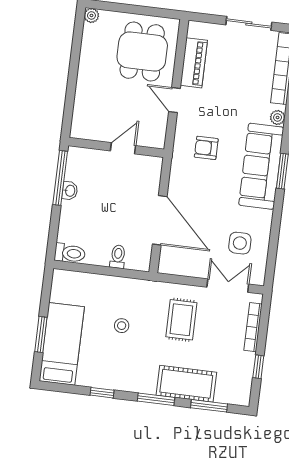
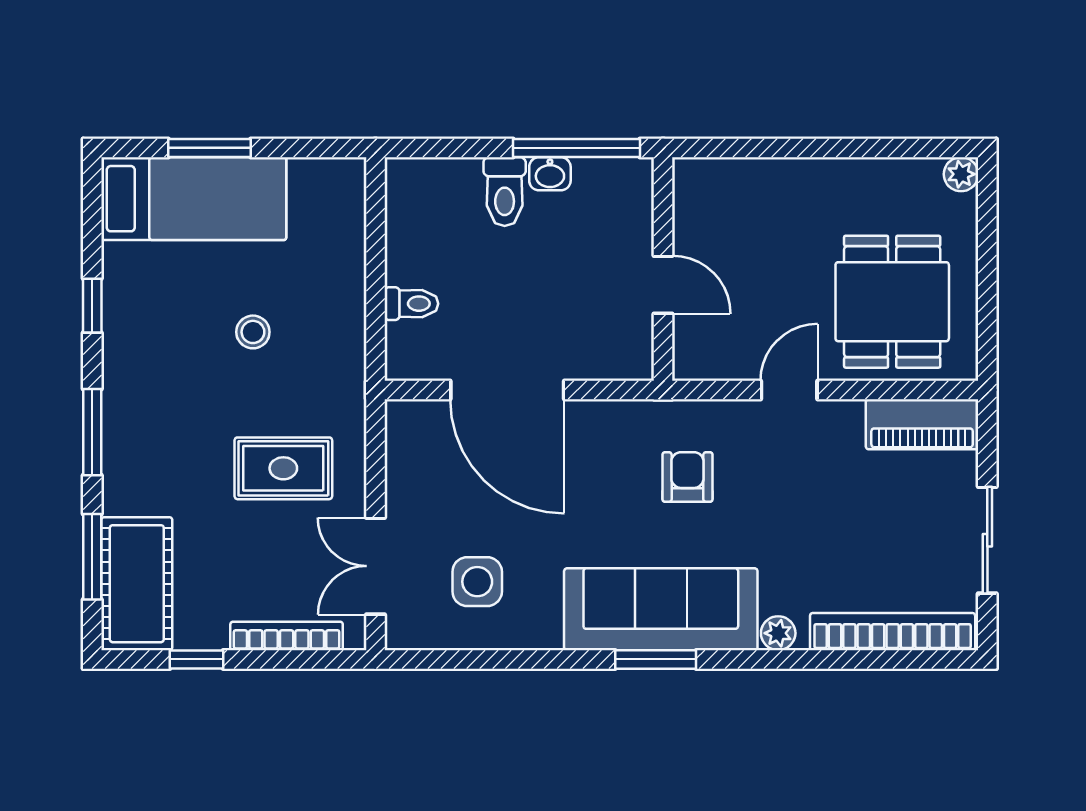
dining table: (142, 52) -> (892, 302), turned 90
piano: (194, 63) -> (922, 424), moved
door: (160, 220) -> (507, 390), hinge flipped
toilet: (70, 253) -> (505, 192), moved
double door: (228, 286) -> (375, 566), swing flipped
cot: (186, 384) -> (137, 584), moved

